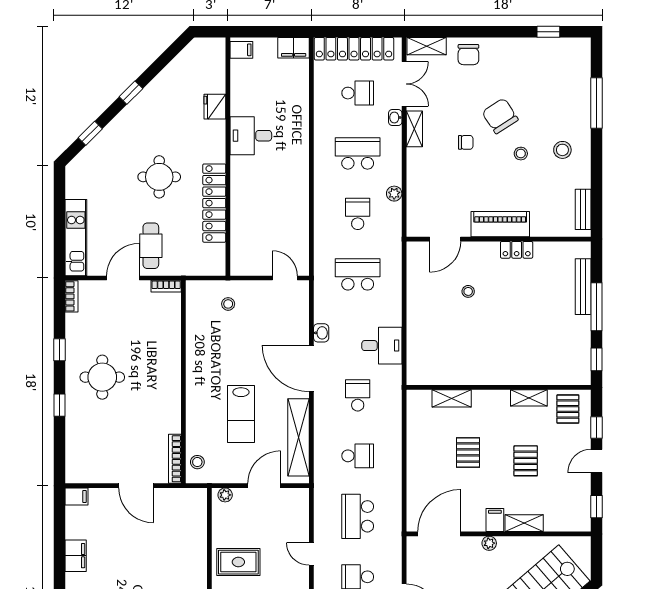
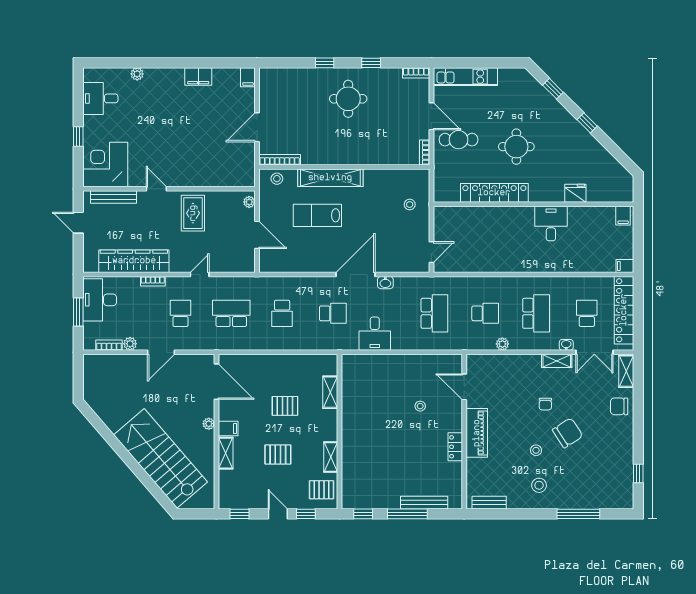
filing cabinet: (294, 48) -> (625, 266), width x0.50
school desk: (358, 93) -> (587, 313), turned 180
shelving: (299, 437) -> (330, 178), moved

